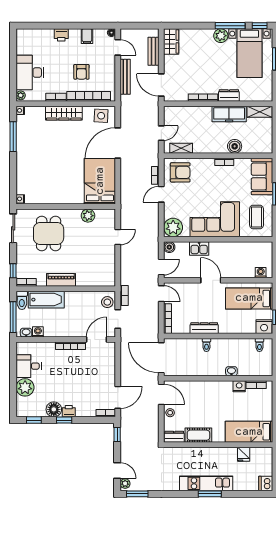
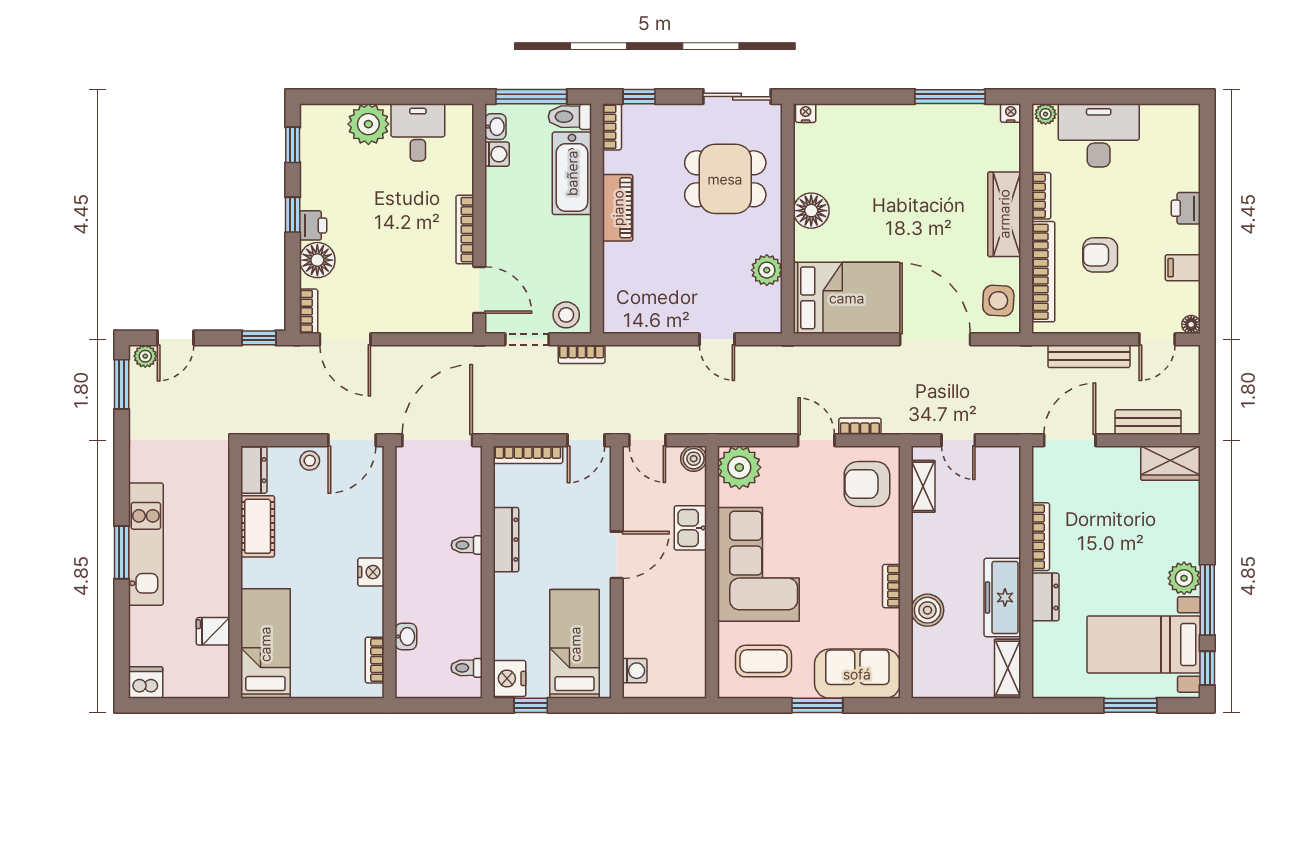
armchair: (180, 172) -> (867, 484), turned 90
floor lamp: (62, 196) -> (811, 211), added
washbasin: (231, 371) -> (406, 636), moved
nightstand: (239, 386) -> (371, 572), moved
floor lamp: (54, 409) -> (317, 260), moved

